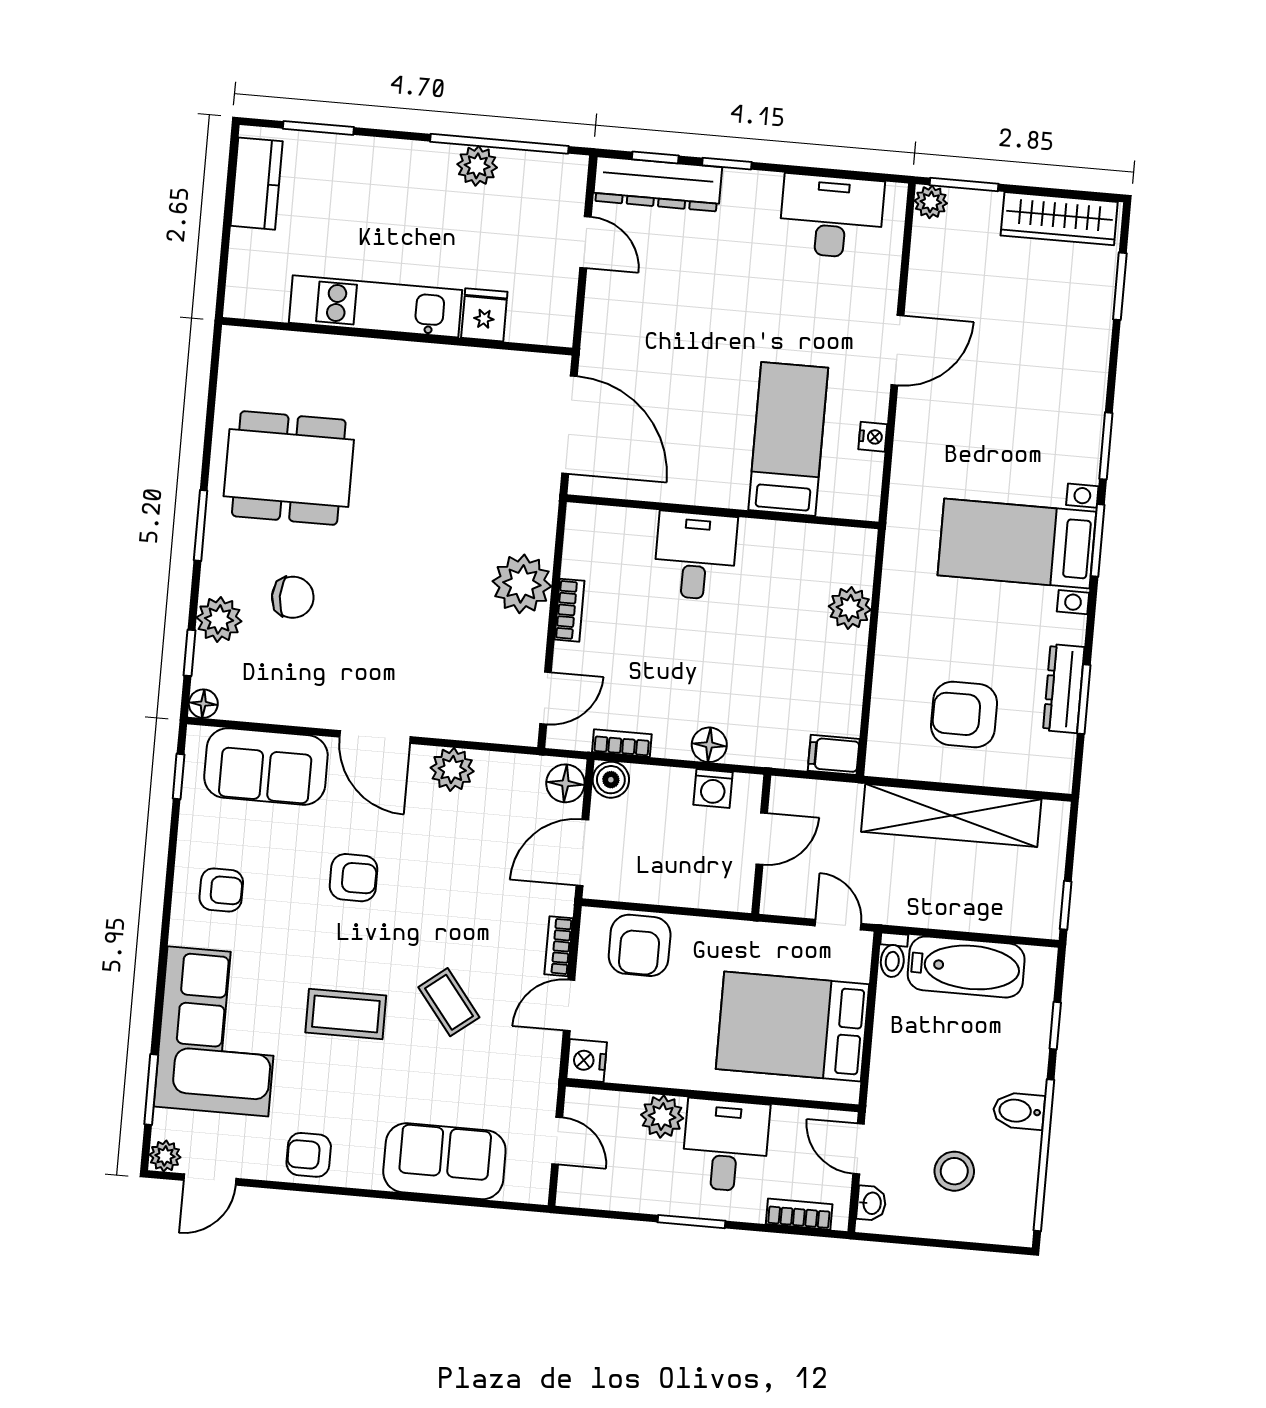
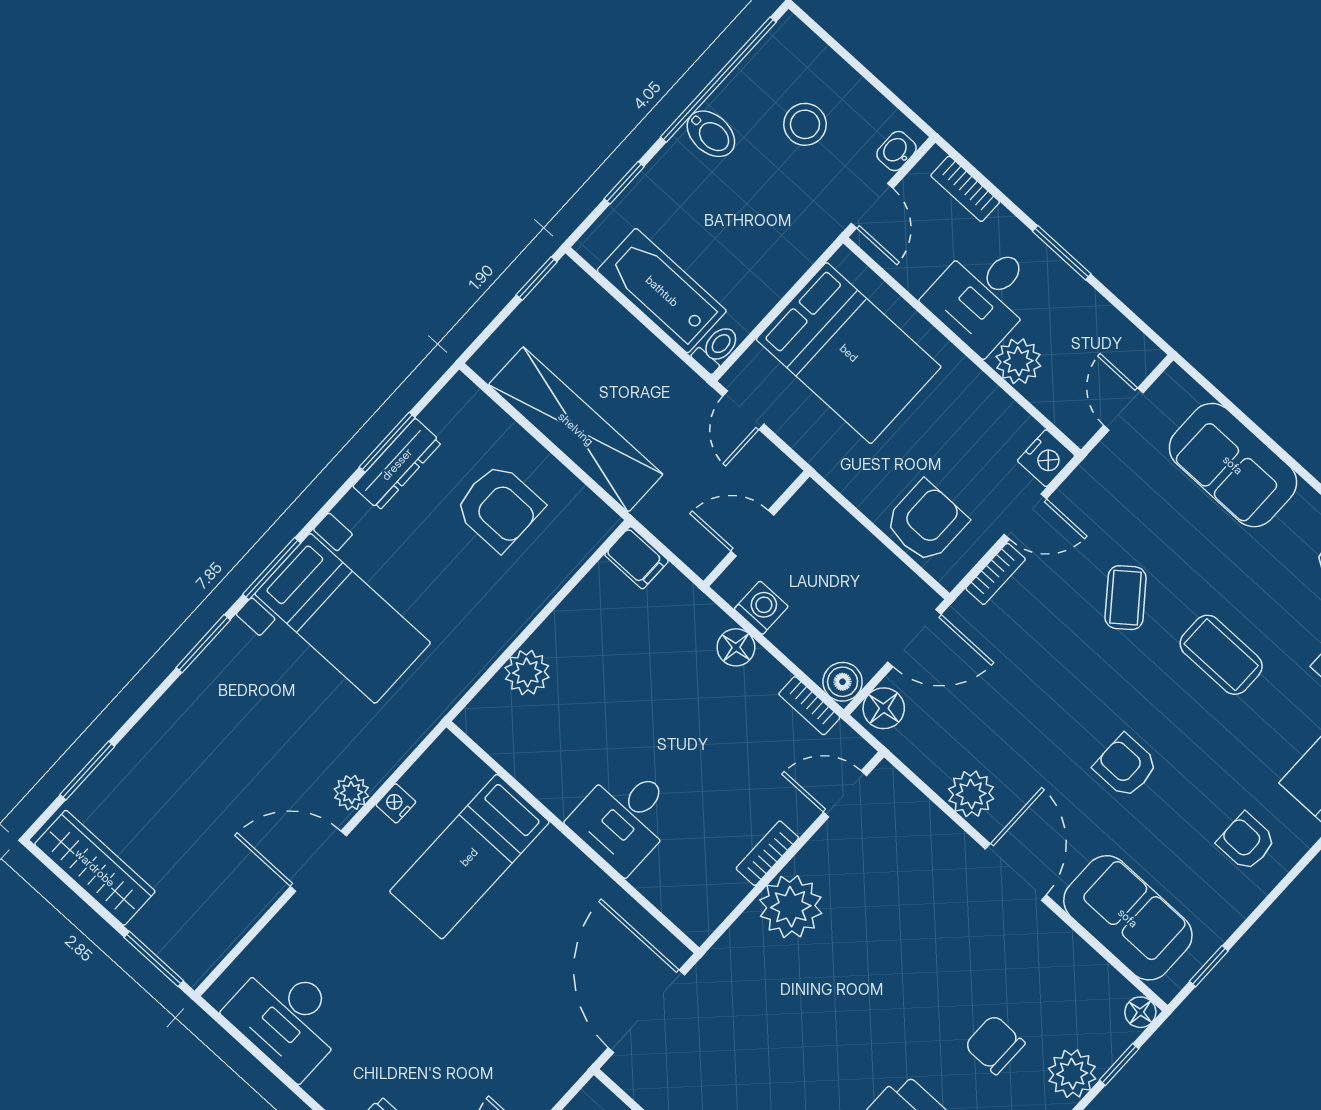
plant: (931, 202) -> (351, 793), moved

